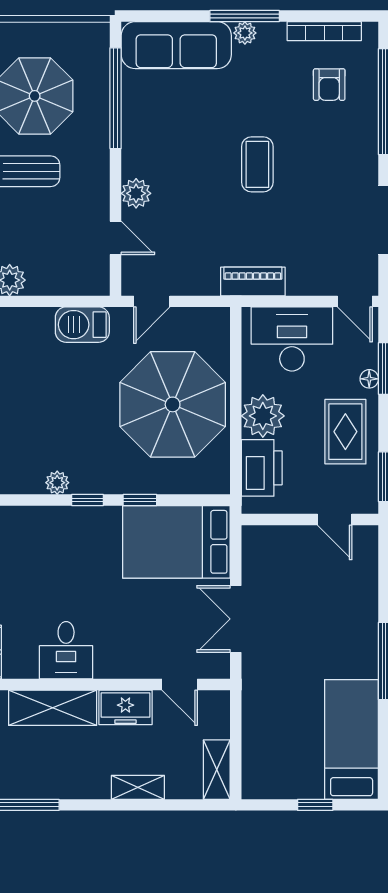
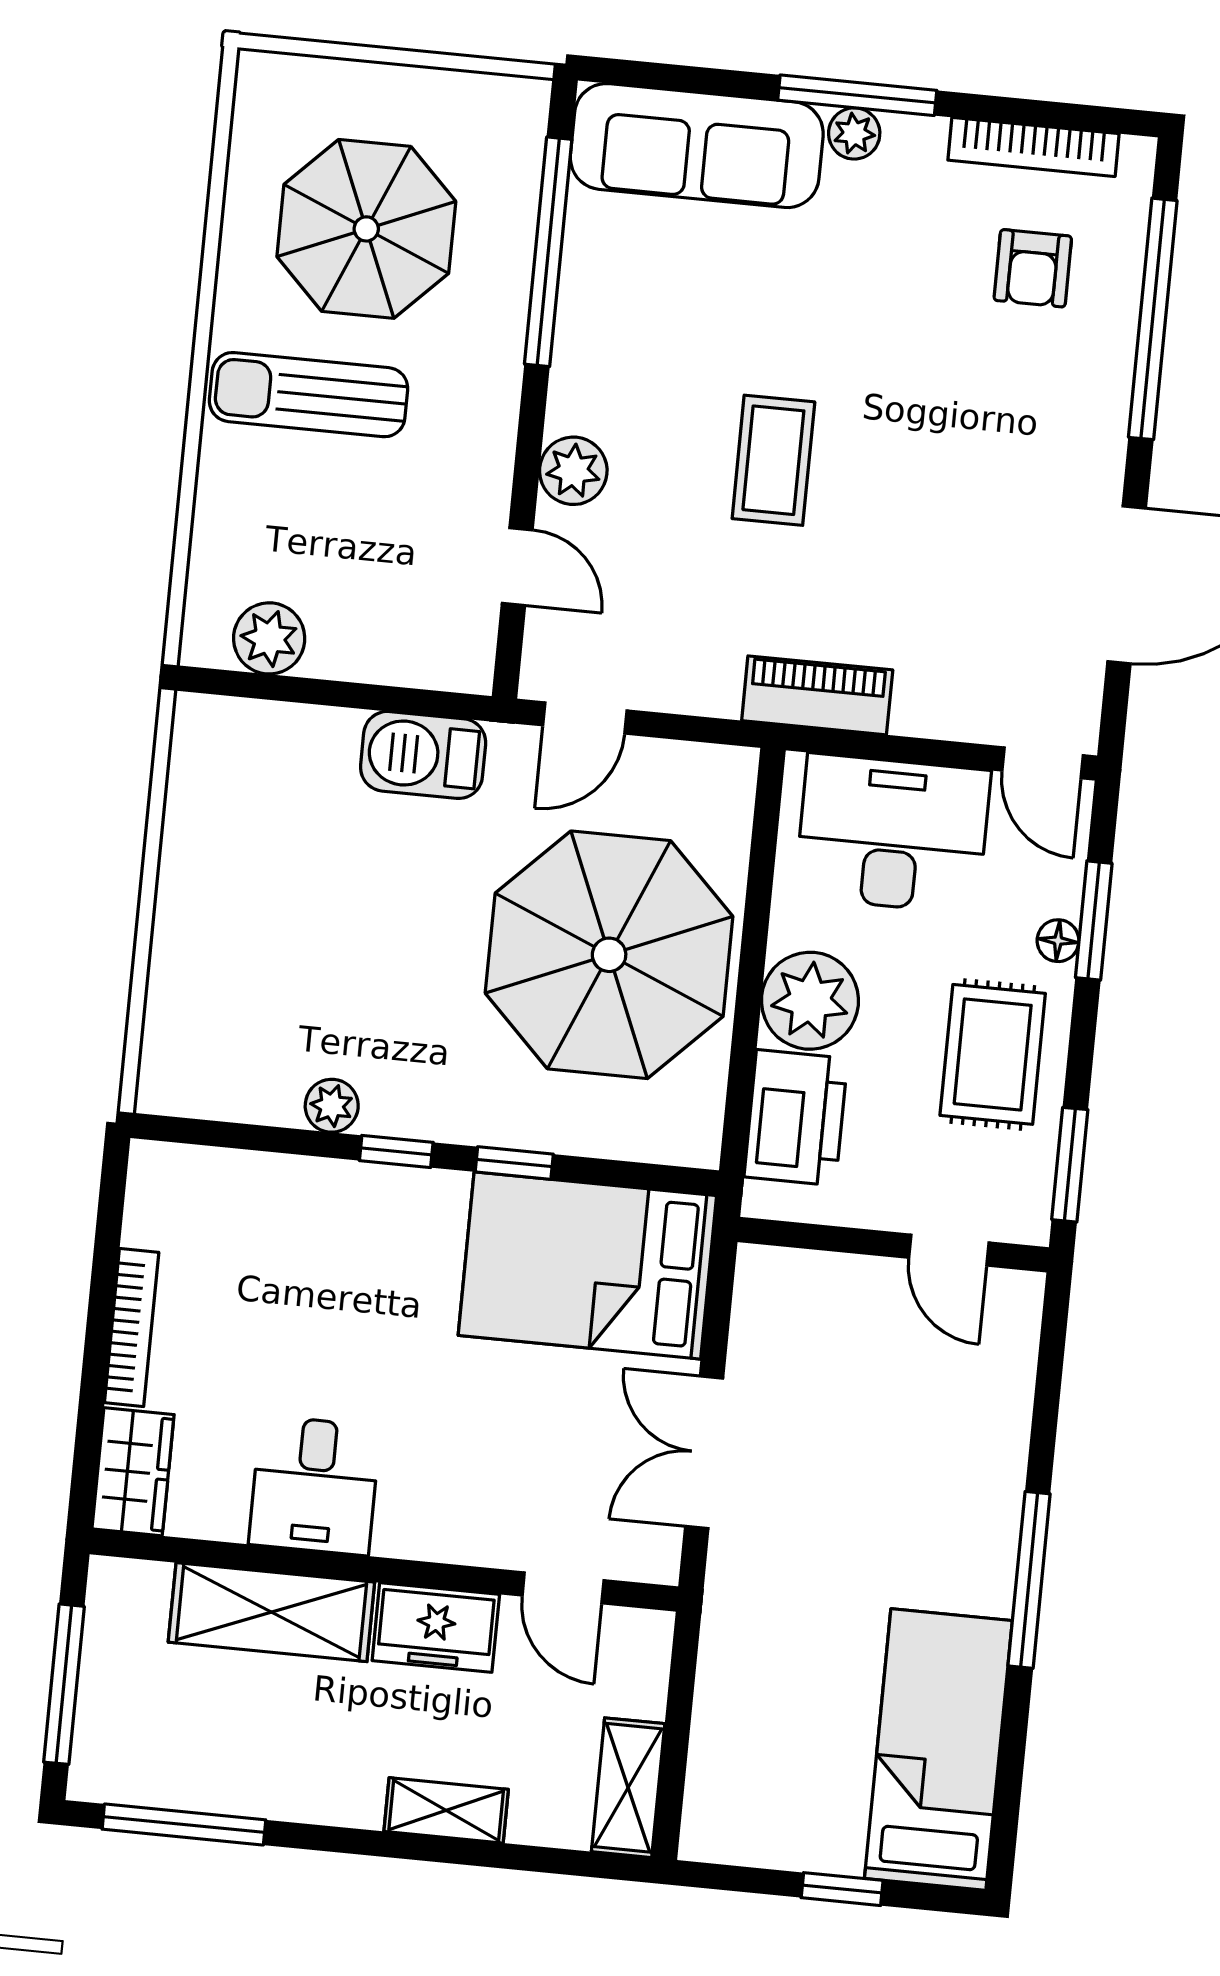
coffee table: (257, 164) -> (773, 460), moved

